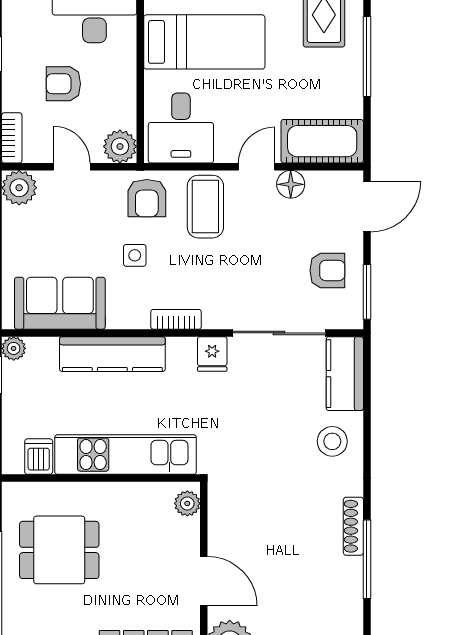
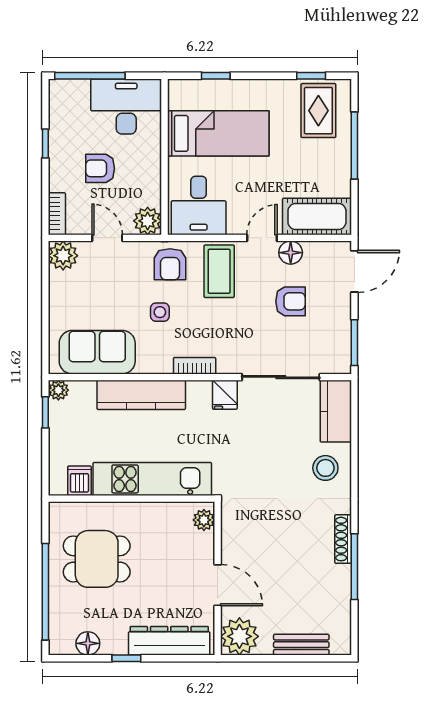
armchair: (327, 270) -> (291, 301), moved

